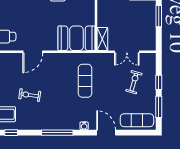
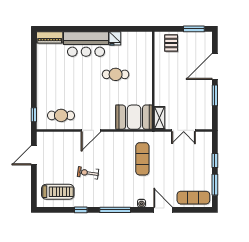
exercise bike: (134, 82) -> (190, 160), removed
window: (11, 133) -> (81, 210), moved

